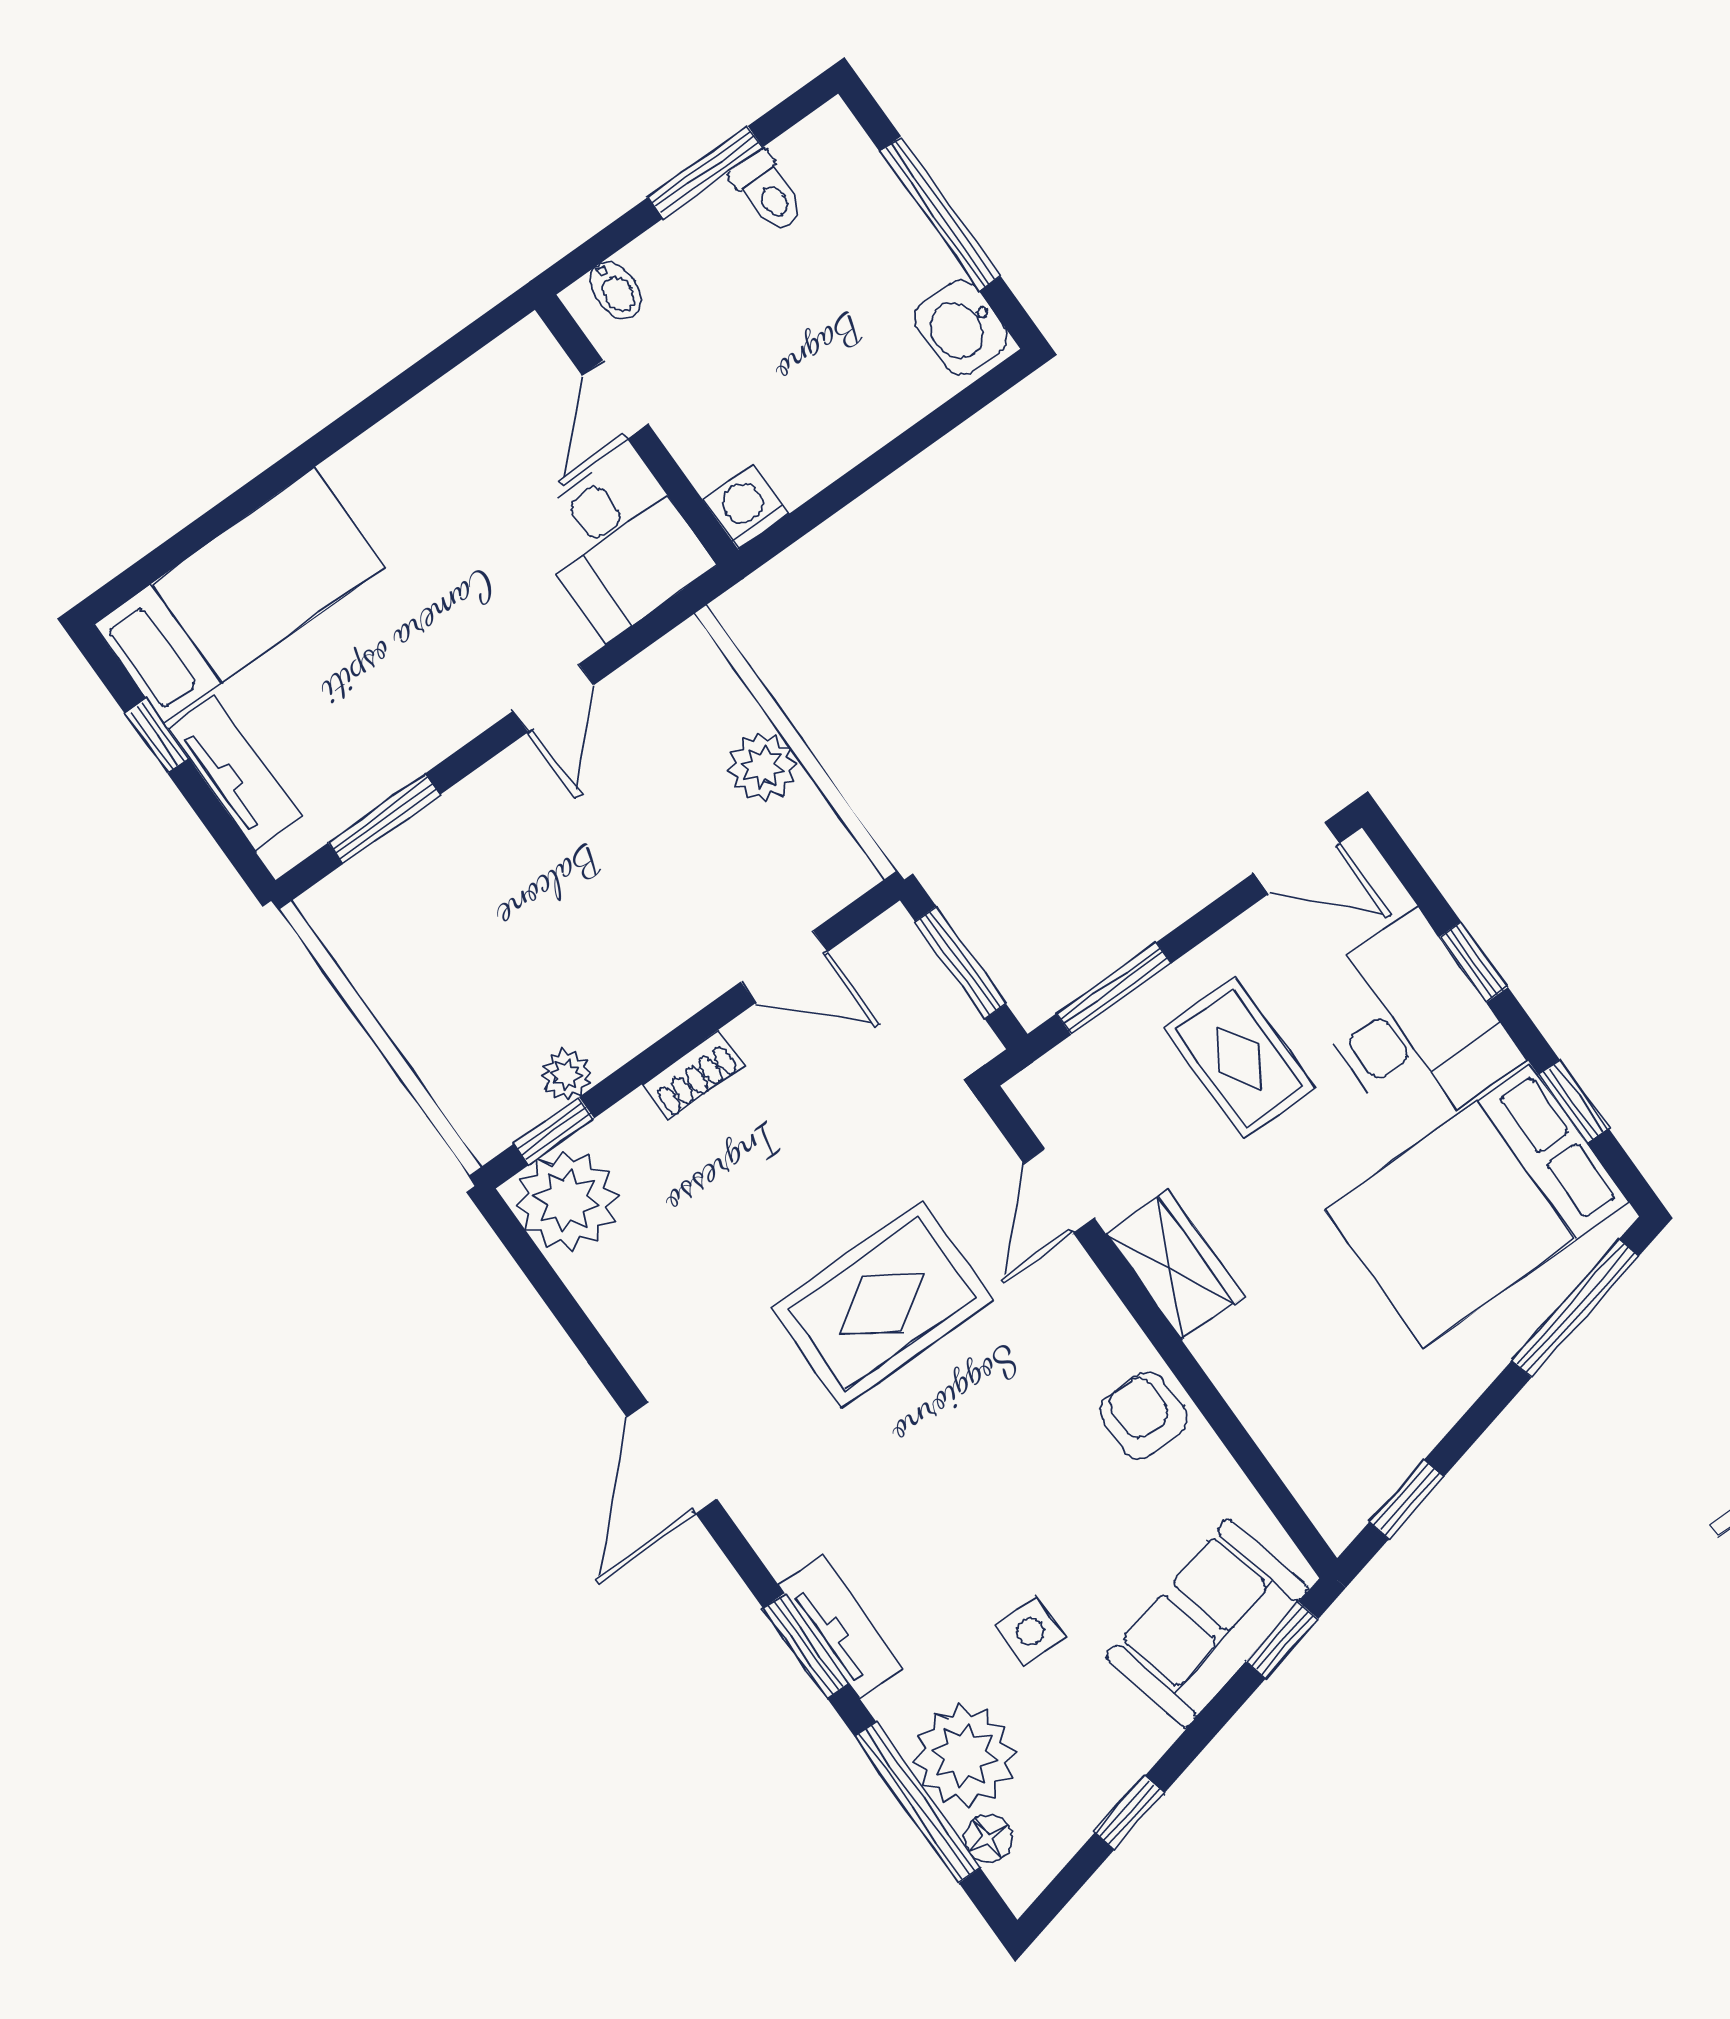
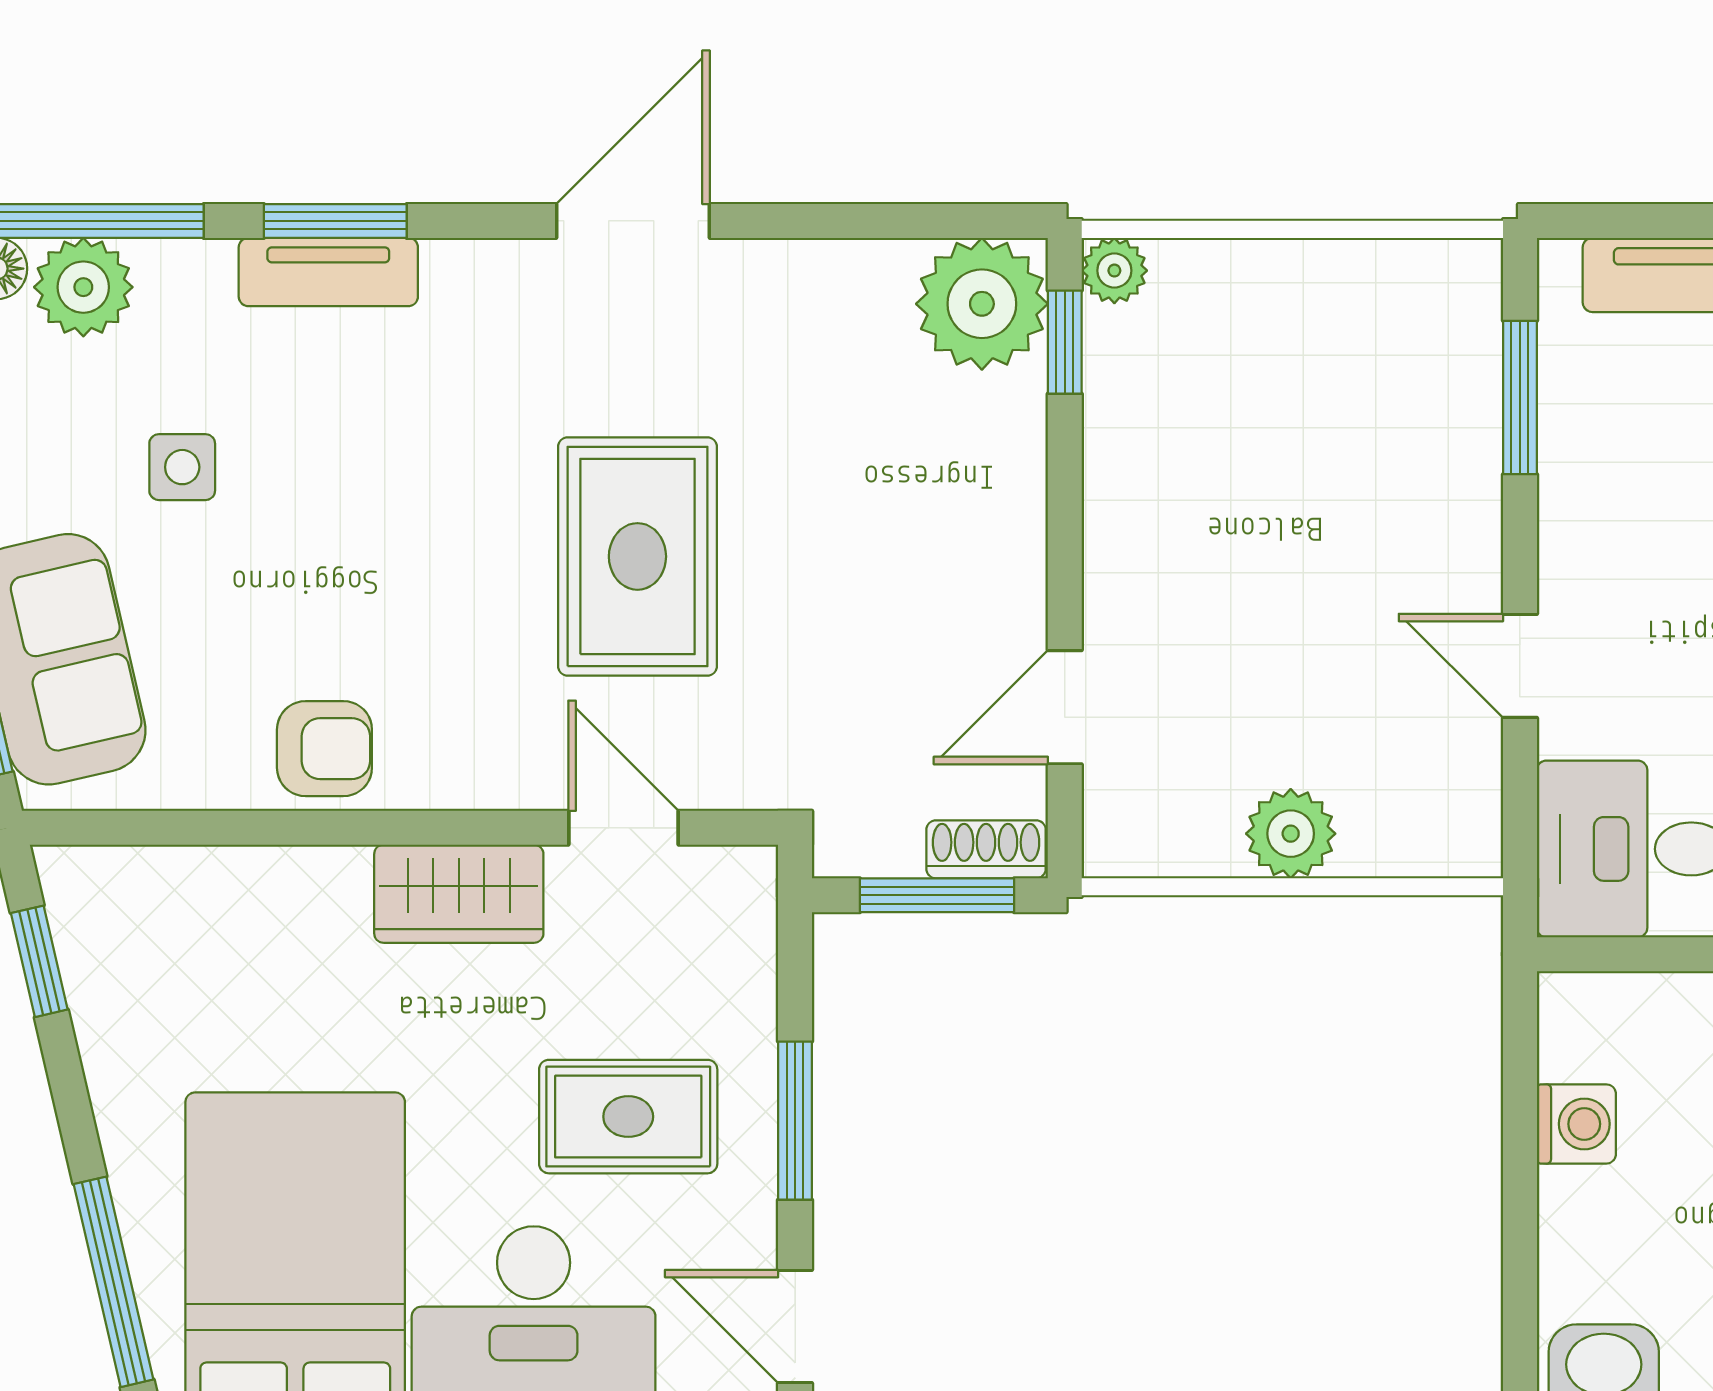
washing machine: (746, 507) -> (1576, 1124), moved
door: (1297, 858) -> (795, 1326), hinge flipped
window: (1114, 989) -> (795, 1121), moved
plant: (566, 1075) -> (1114, 271), moved
shoe rack: (693, 1075) -> (986, 849), moved, turned 90
door: (672, 1458) -> (633, 221), hinge flipped
plant: (964, 1756) -> (83, 287), width x0.73, depth x0.73

